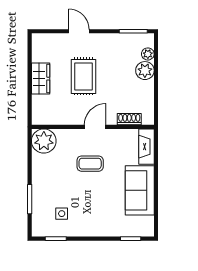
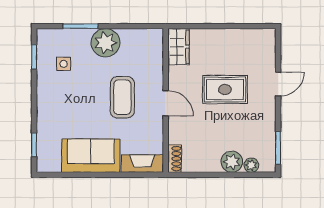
wardrobe: (41, 79) -> (179, 47), moved, turned -90
shoe rack: (129, 119) -> (175, 159), moved
plant: (44, 141) -> (105, 43), moved
coffee table: (90, 164) -> (122, 97), width x1.36, depth x1.30

